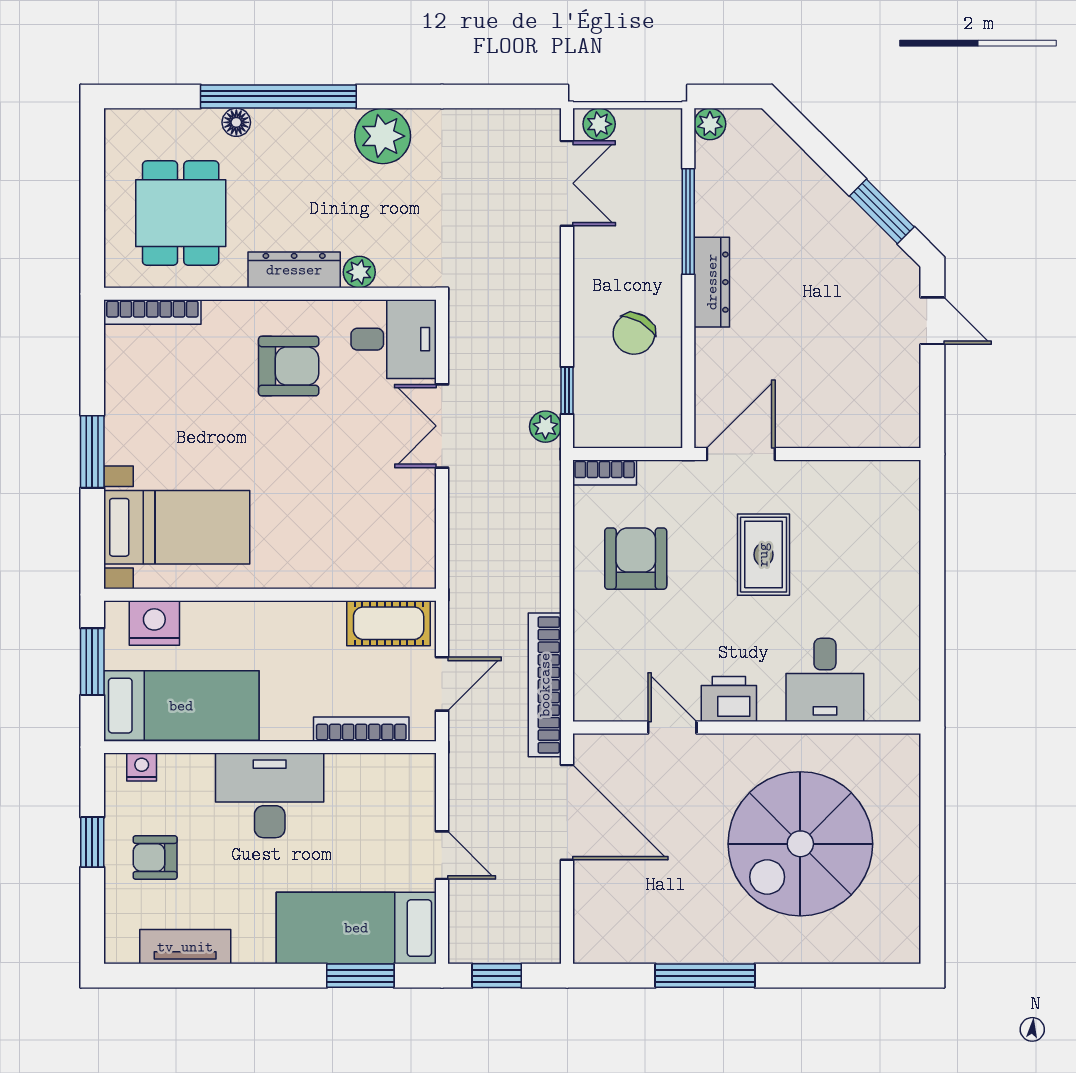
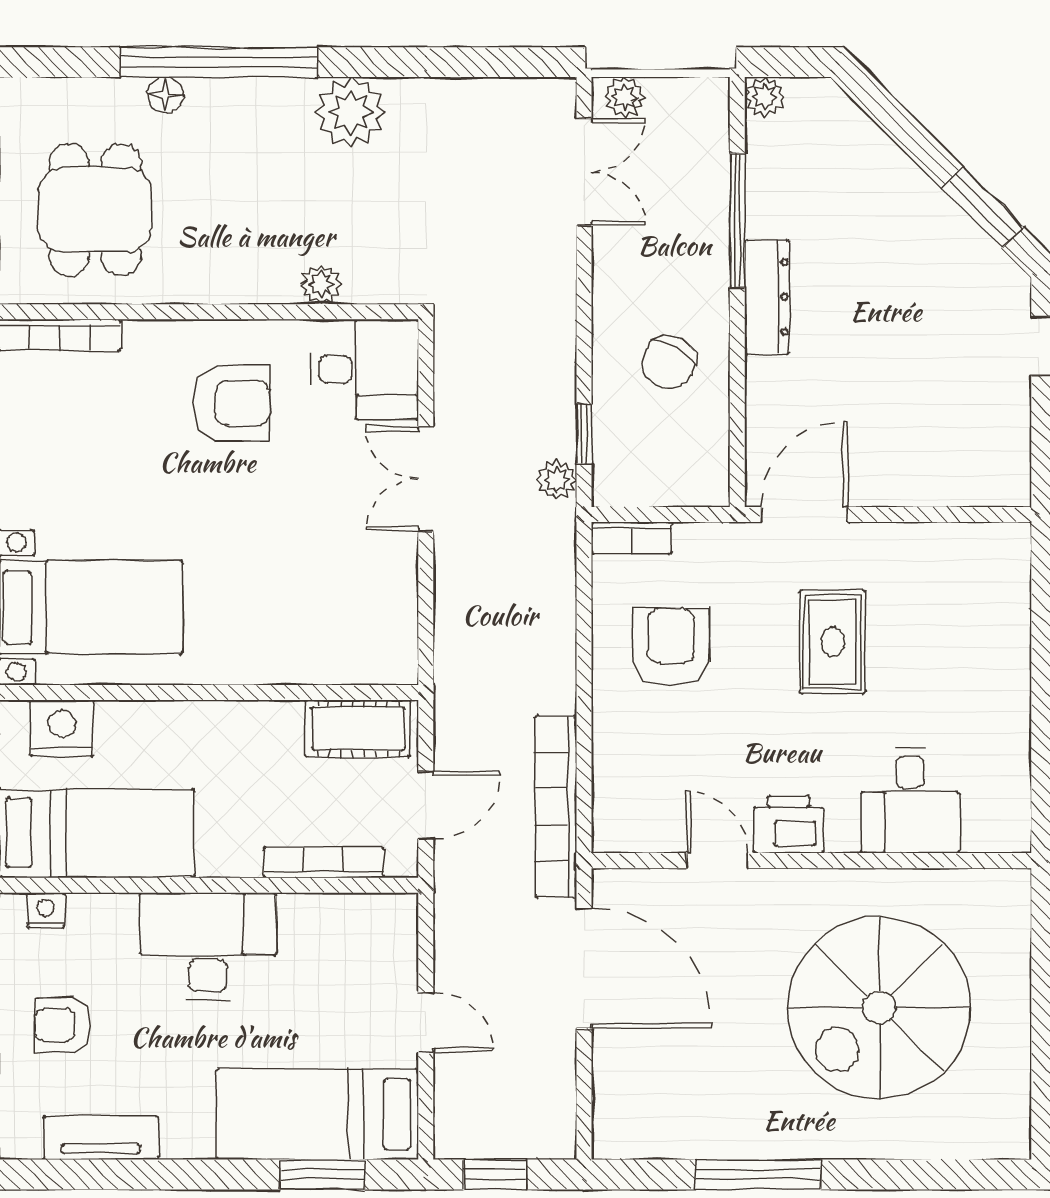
dresser: (294, 270) -> (239, 282), removed

